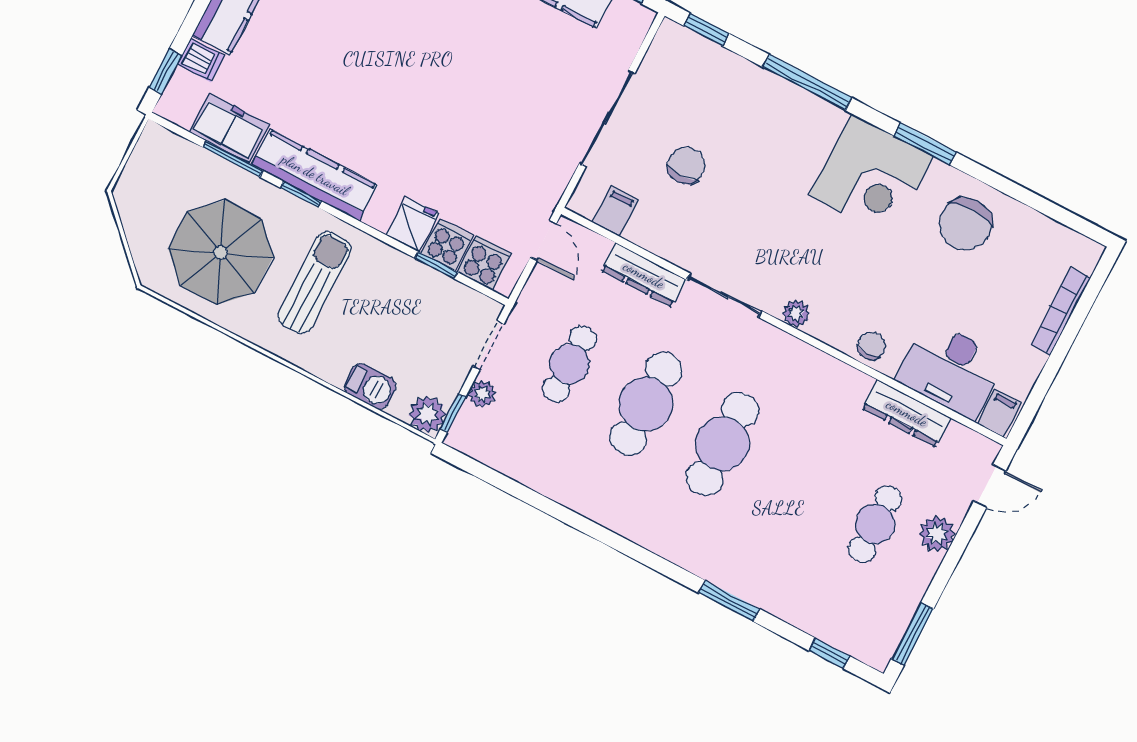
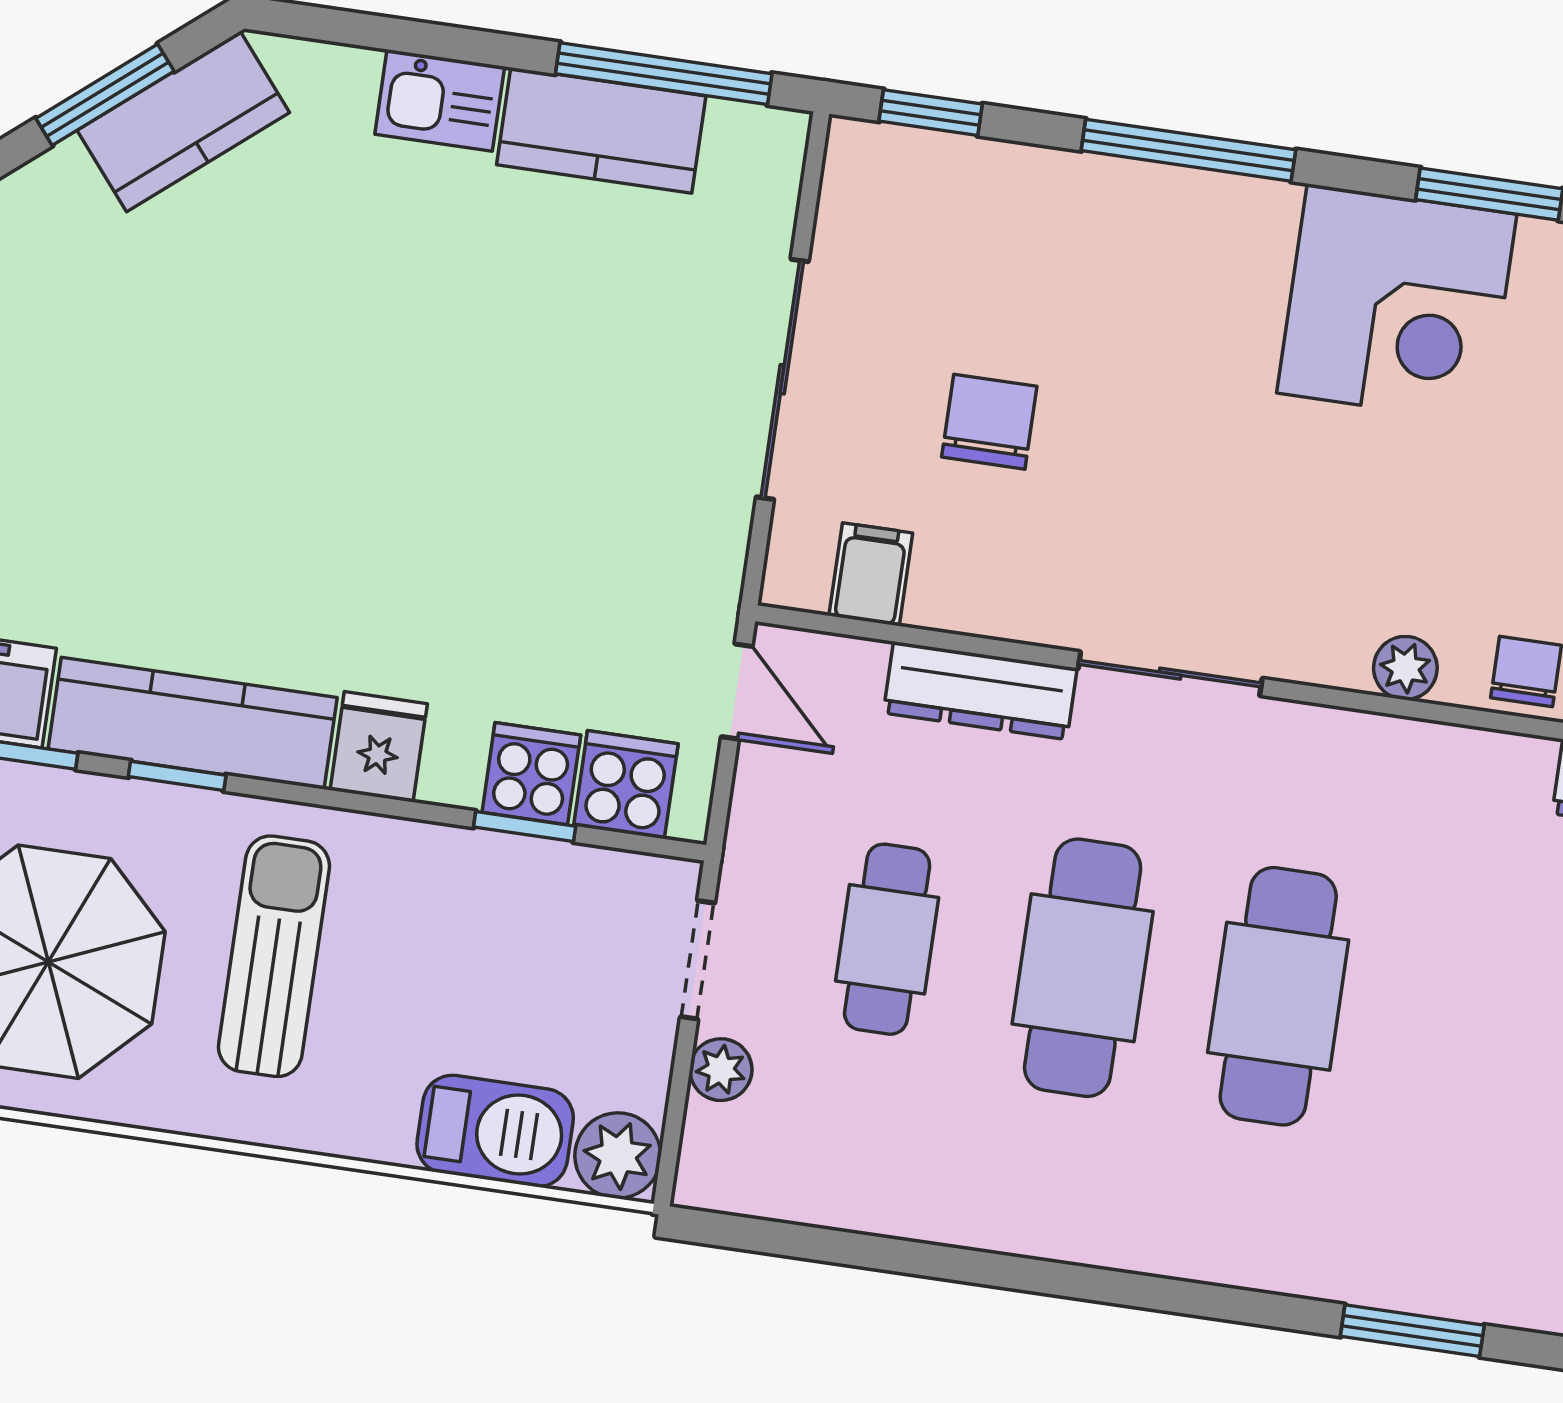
fridge: (412, 224) -> (379, 747), moved
plant: (796, 313) -> (1405, 668), moved
barbecue: (370, 386) -> (495, 1131), width x1.38, depth x1.27
window: (453, 413) -> (672, 1133), removed

